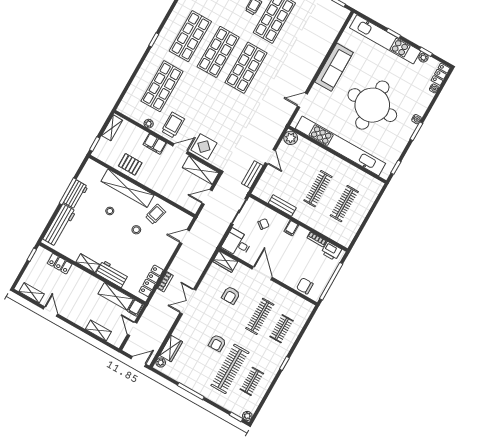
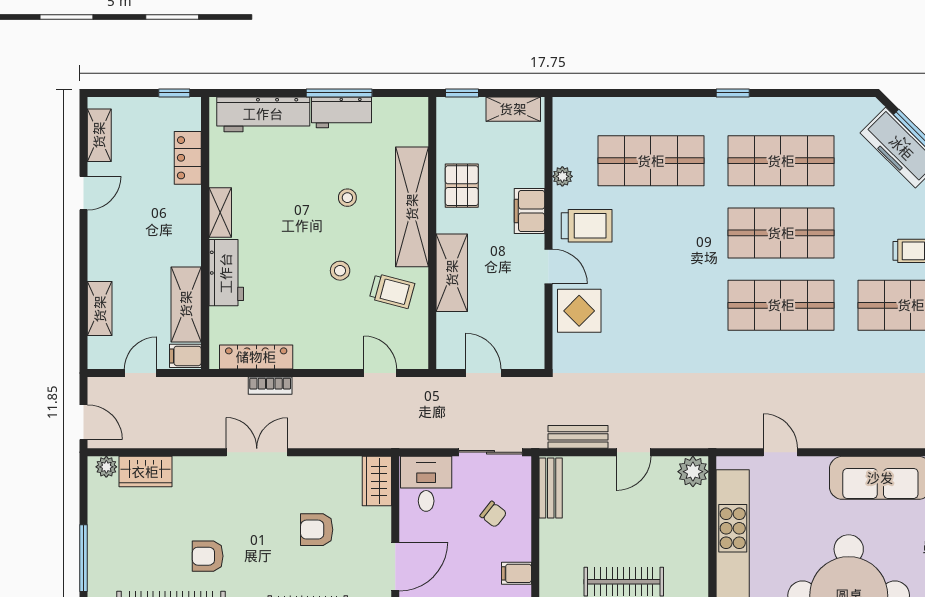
shelving: (200, 170) -> (452, 273), moved
bench: (282, 205) -> (551, 488), moved

